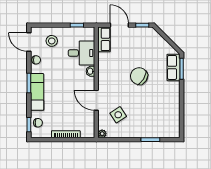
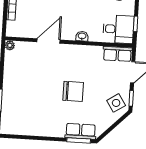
desk: (81, 53) -> (118, 29), moved, turned -90
chair: (139, 76) -> (73, 91), turned 58
side table: (118, 115) -> (116, 103), moved

